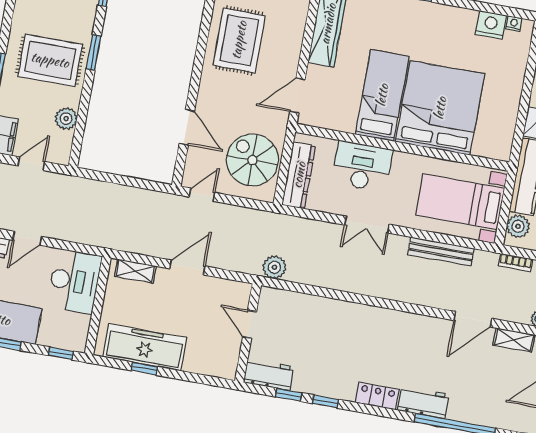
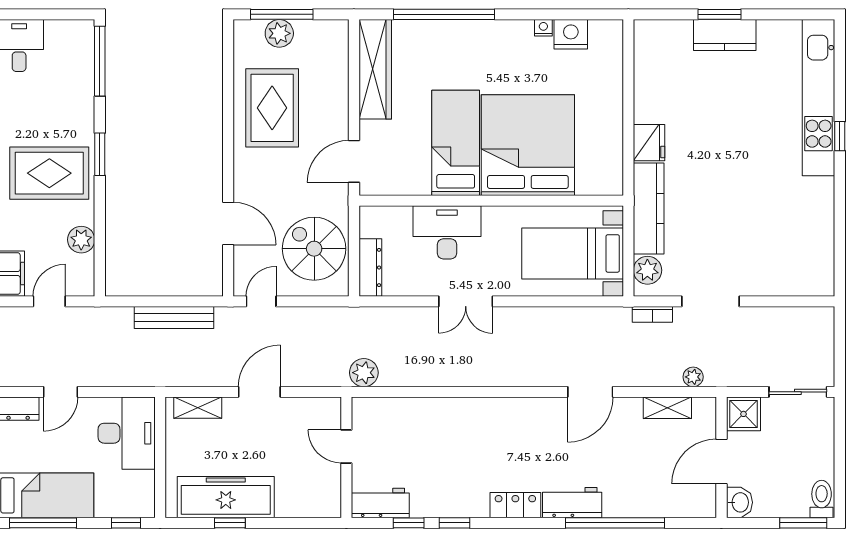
nightstand: (514, 24) -> (543, 28), moved
dresser: (299, 175) -> (370, 268), width x0.73, depth x0.80
bench: (441, 252) -> (174, 317), moved
door: (473, 319) -> (590, 392), moved

